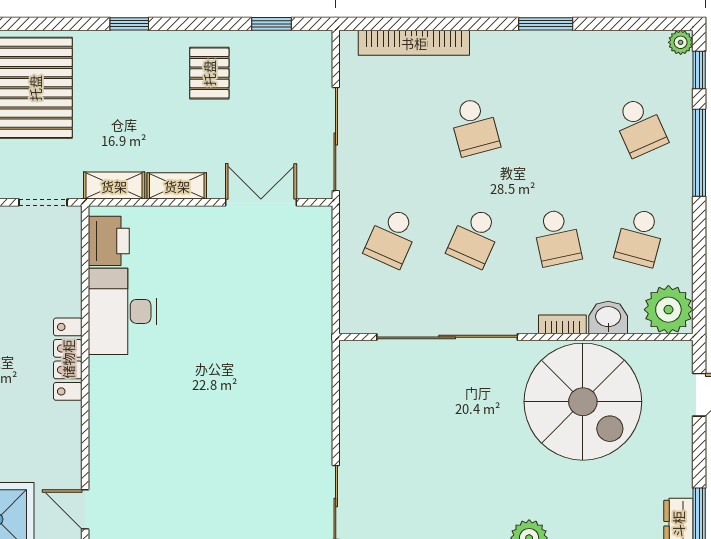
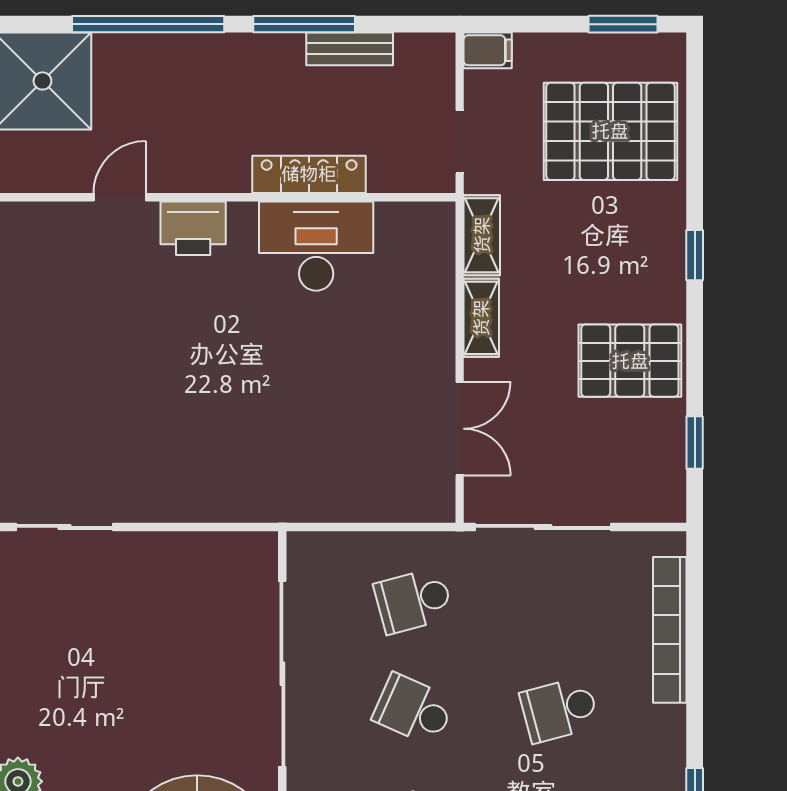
pallet: (209, 73) -> (630, 361), width x1.50, depth x1.42
school desk: (392, 237) -> (413, 601), turned -39
printer: (109, 241) -> (193, 228), moved
locker: (68, 359) -> (309, 174), moved
door: (85, 509) -> (120, 197), moved

